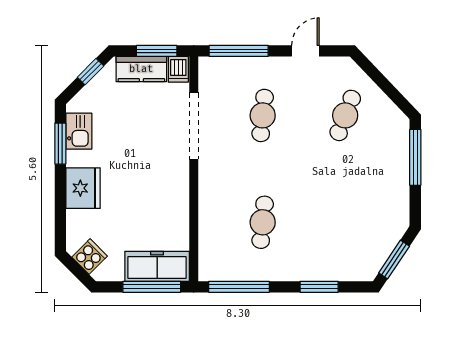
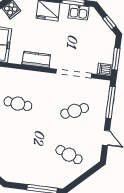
kitchen counter: (141, 69) -> (36, 60), moved, turned 90
cafe table: (263, 115) -> (75, 111), turned -30

